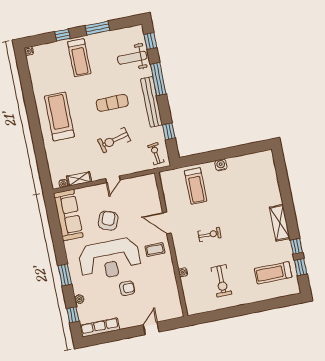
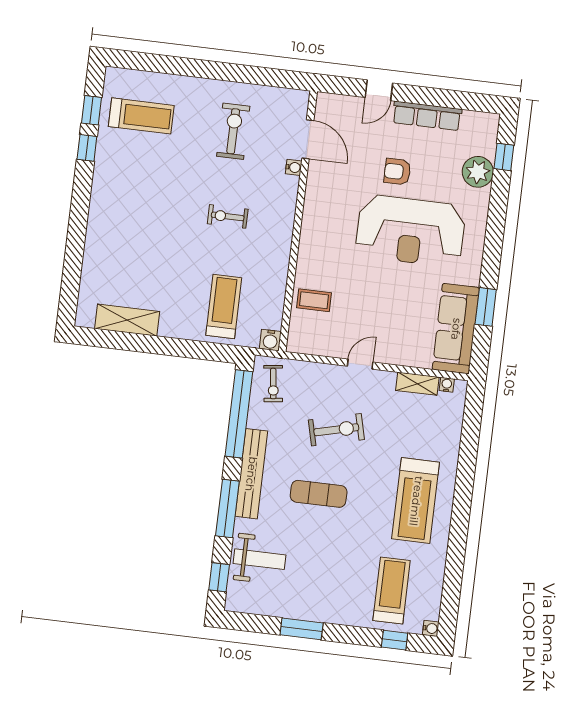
window: (62, 35) -> (395, 640), moved
treadmill: (79, 58) -> (392, 591), moved
window: (169, 131) -> (239, 414), width x3.17
water cooler: (221, 165) -> (270, 340), moved
armchair: (108, 221) -> (391, 297), removed
door: (167, 223) -> (308, 139), moved
shelving: (280, 223) -> (127, 320), moved, turned 90
coffee table: (155, 250) -> (314, 300), moved
reception desk: (110, 259) -> (411, 231), turned 180
window: (65, 275) -> (486, 307), moved
plant: (79, 299) -> (478, 172), width x1.88, depth x1.88
row of seats: (100, 327) -> (427, 116), moved

